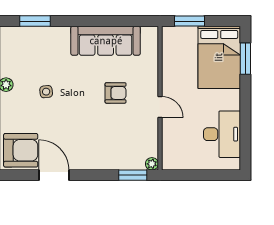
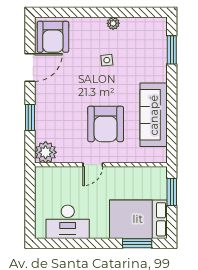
armchair: (116, 93) -> (106, 124), width x1.88, depth x1.88
plant: (152, 164) -> (46, 152), width x1.88, depth x1.88
window: (133, 175) -> (30, 118), moved

